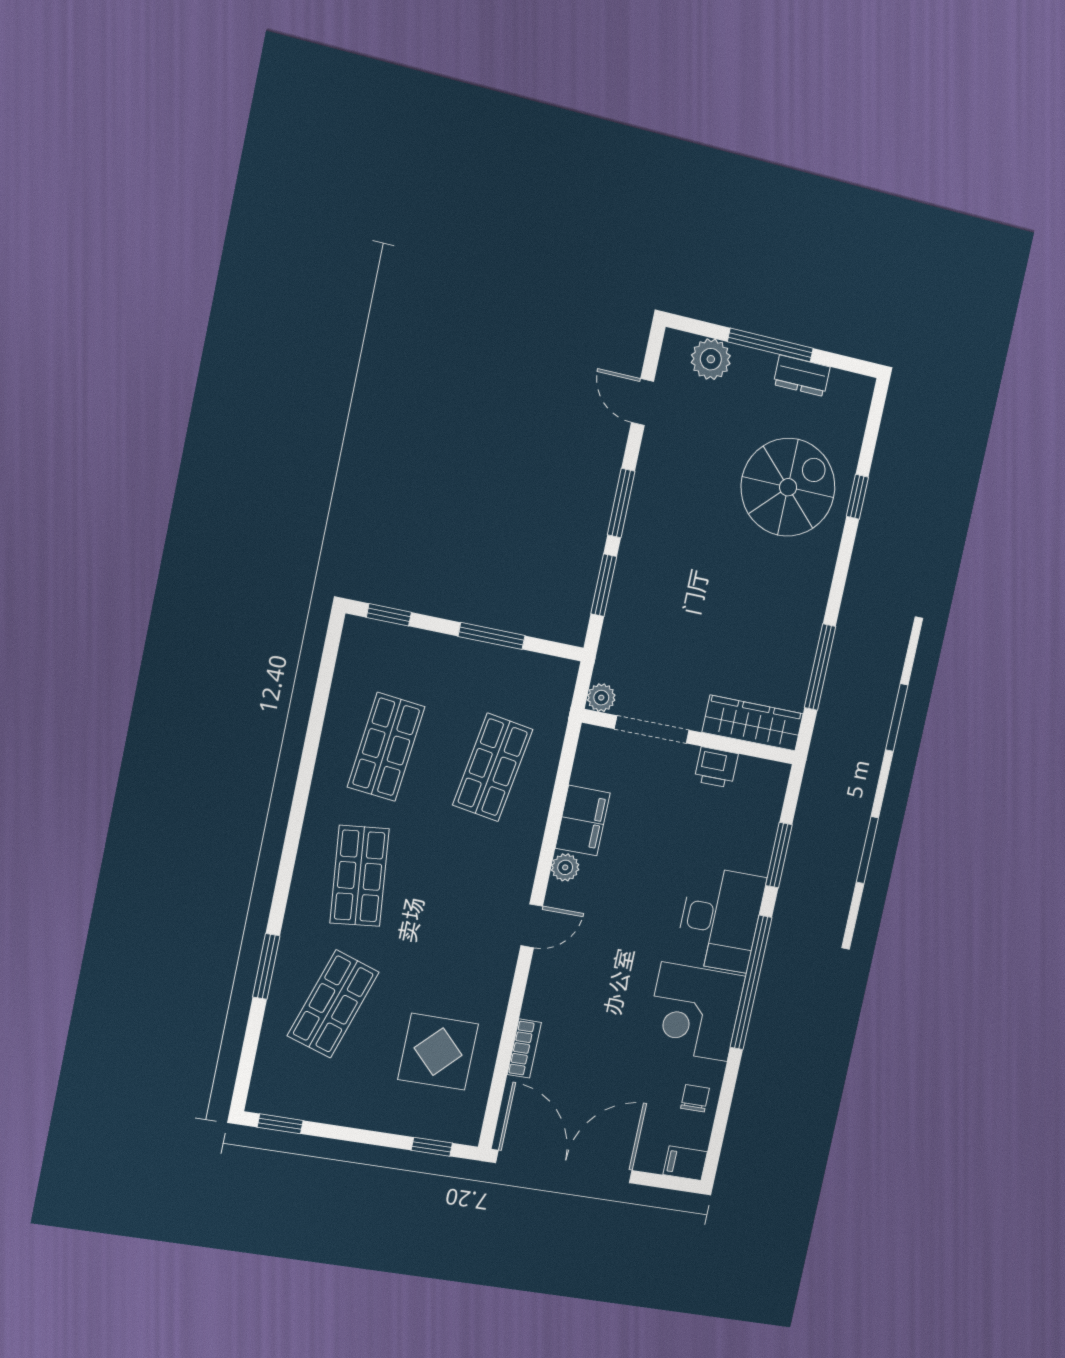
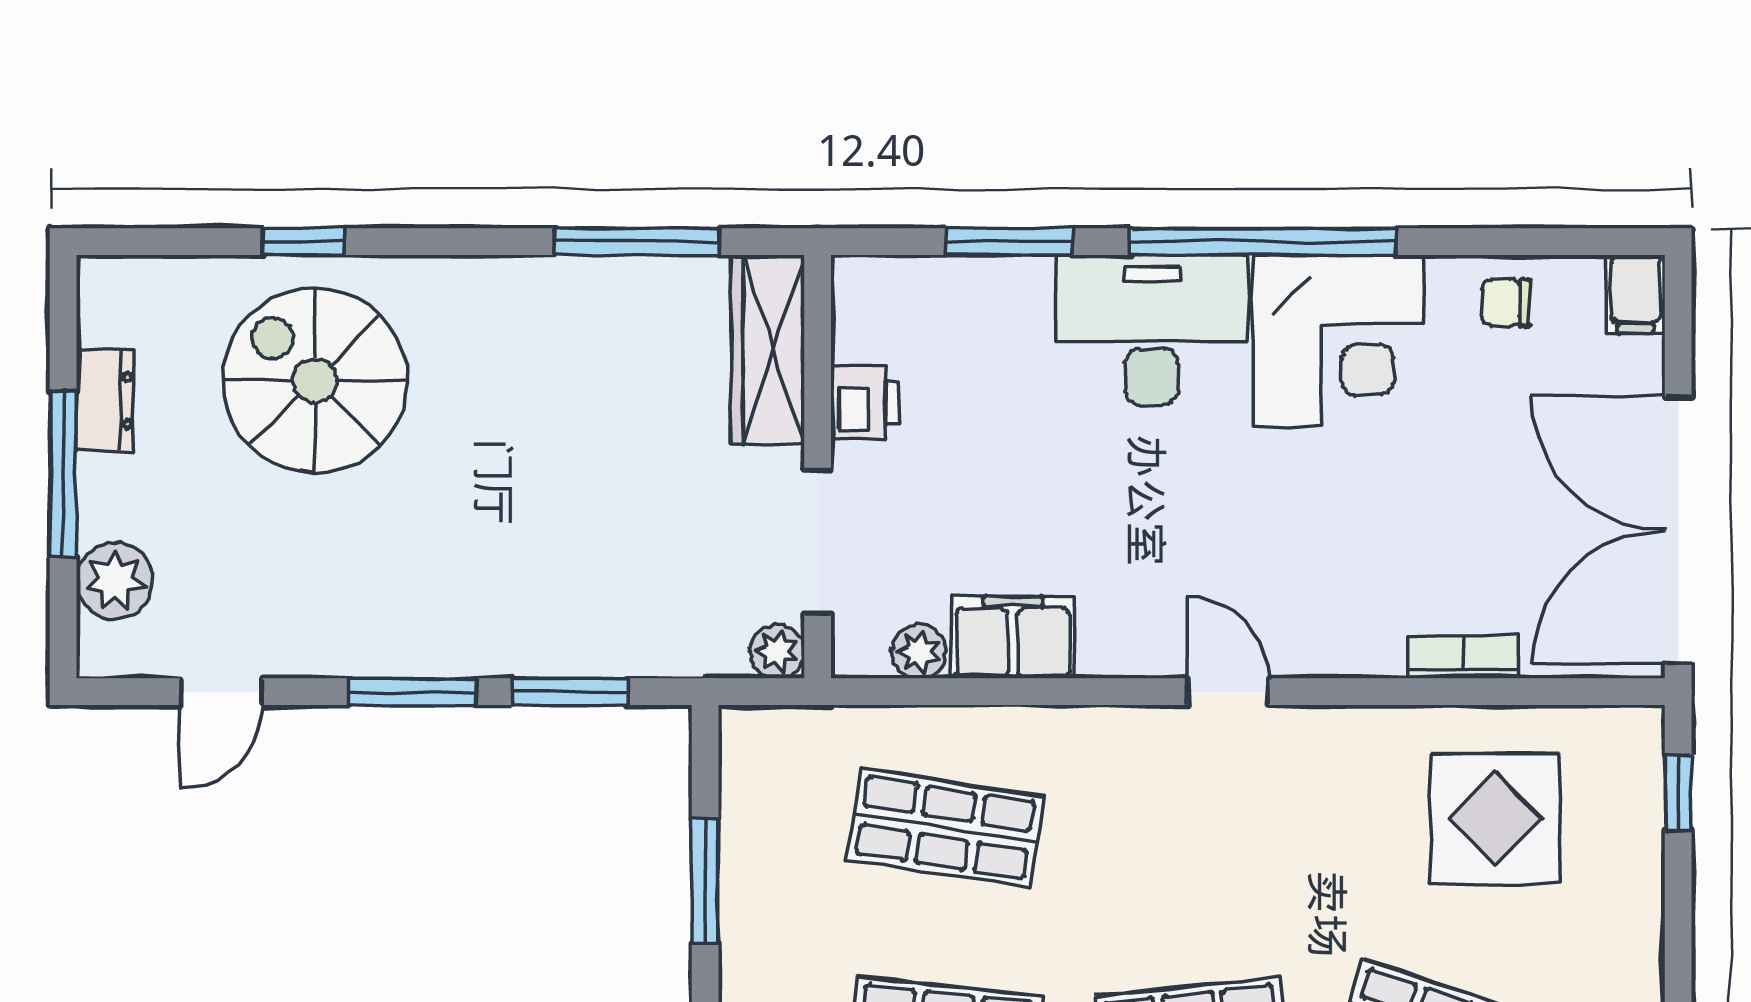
plant: (565, 867) -> (919, 651), moved

